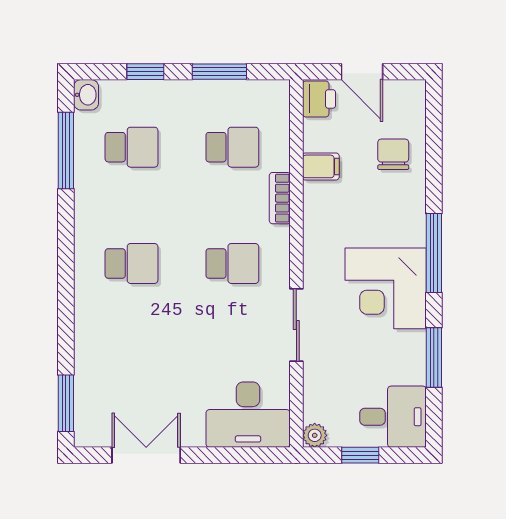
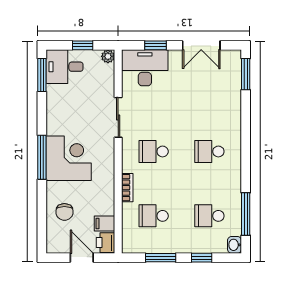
filing cabinet: (321, 166) -> (105, 224), moved
corner desk: (386, 288) -> (69, 158), moved
window: (434, 357) -> (42, 75), moved
window: (229, 455) -> (156, 45), added

